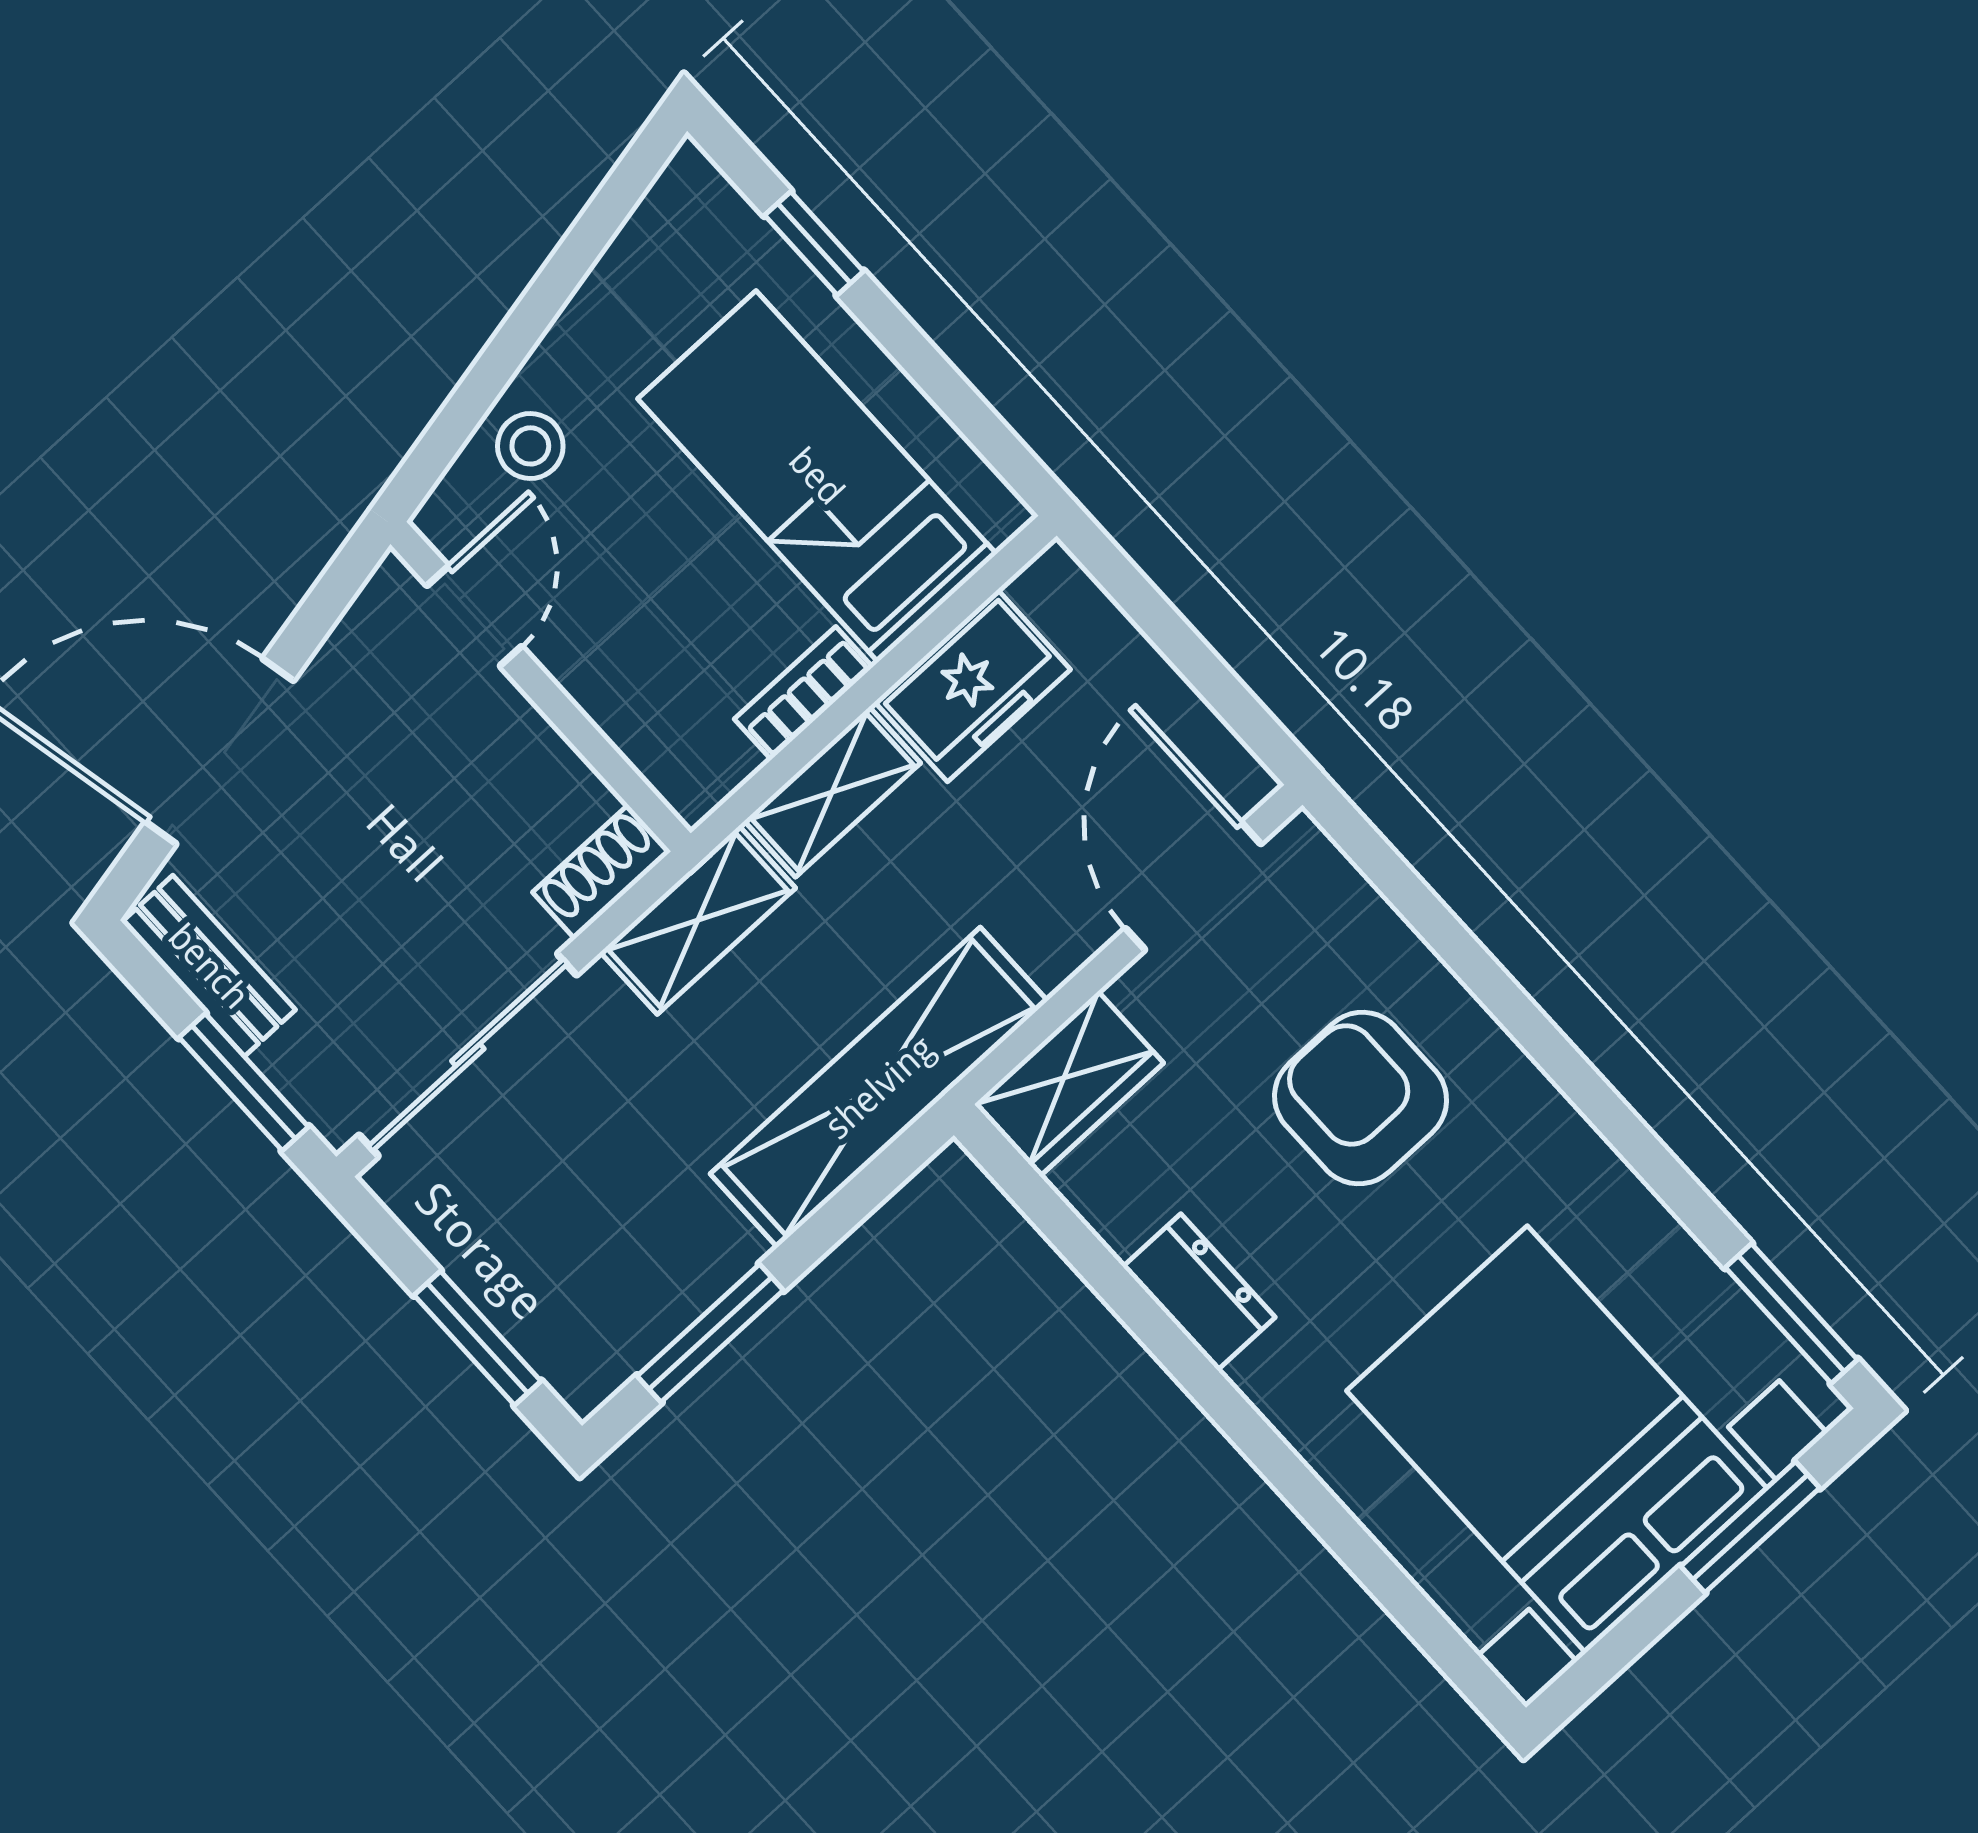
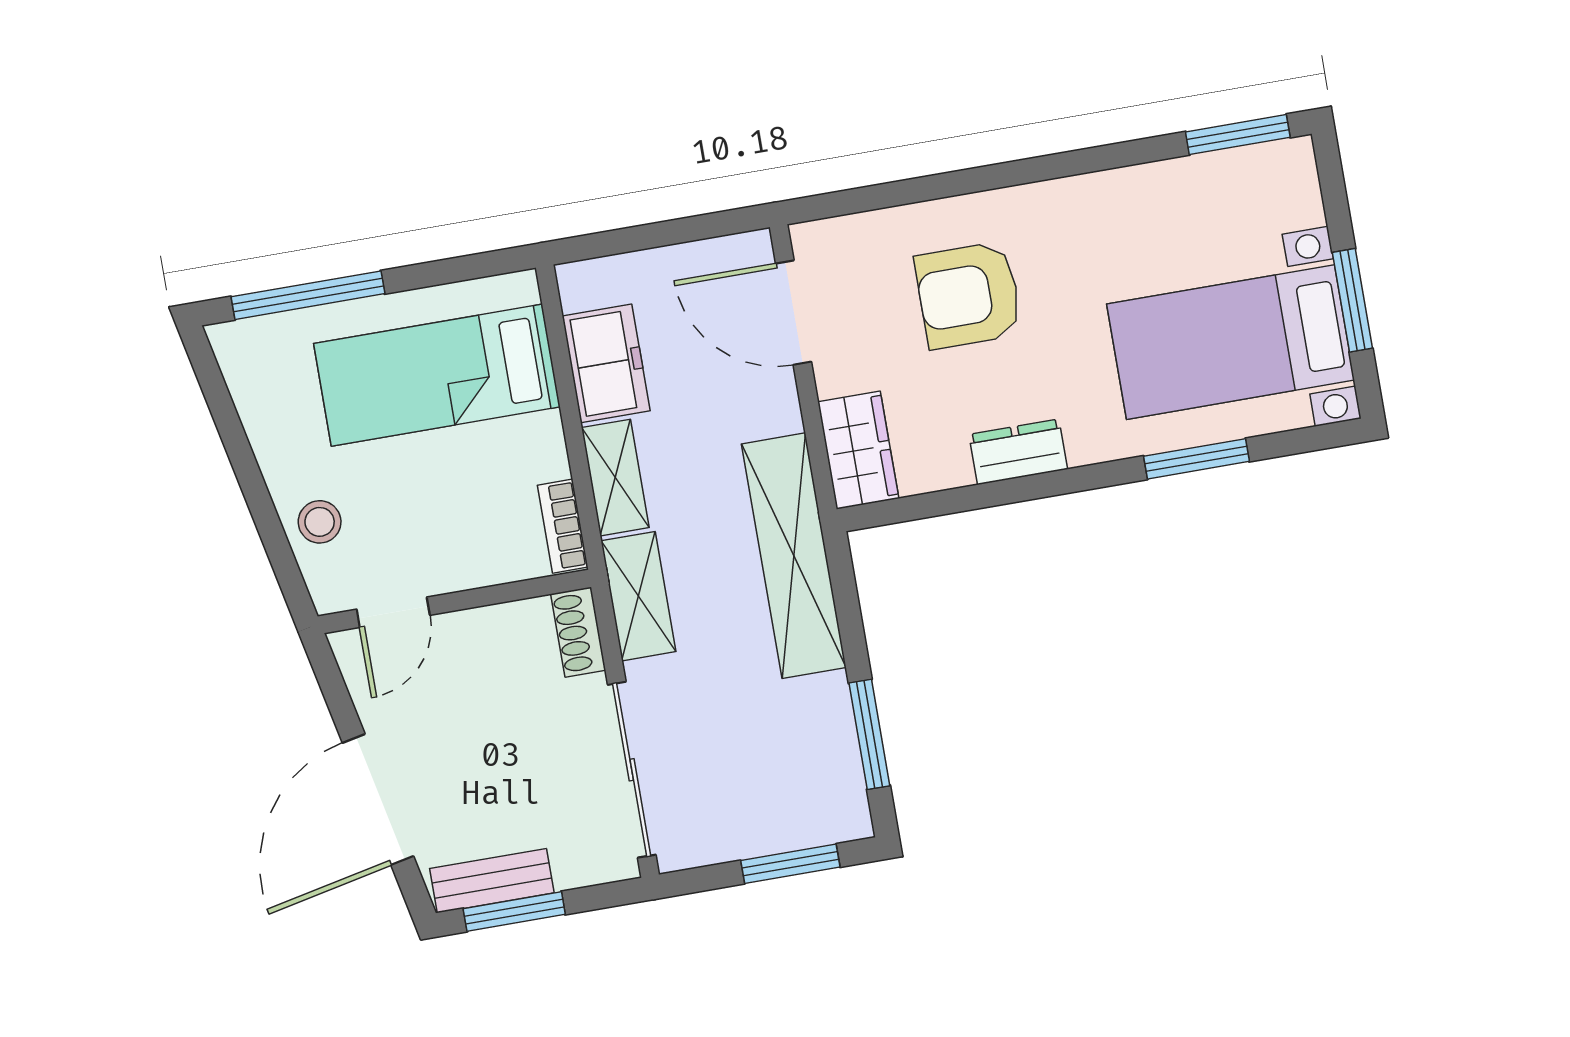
window: (814, 243) -> (308, 295), width x2.17
door: (474, 616) -> (393, 612), swing flipped
bookcase: (804, 693) -> (563, 526), moved
window: (244, 1082) -> (514, 911), moved
bed with nightstands: (1557, 1439) -> (1230, 342), width x0.73
window: (1750, 1527) -> (1352, 300), moved
window: (1337, 1528) -> (1196, 459), added

